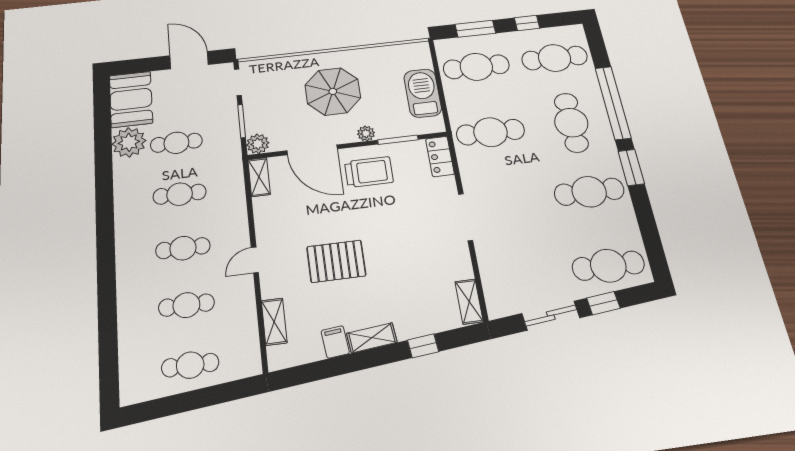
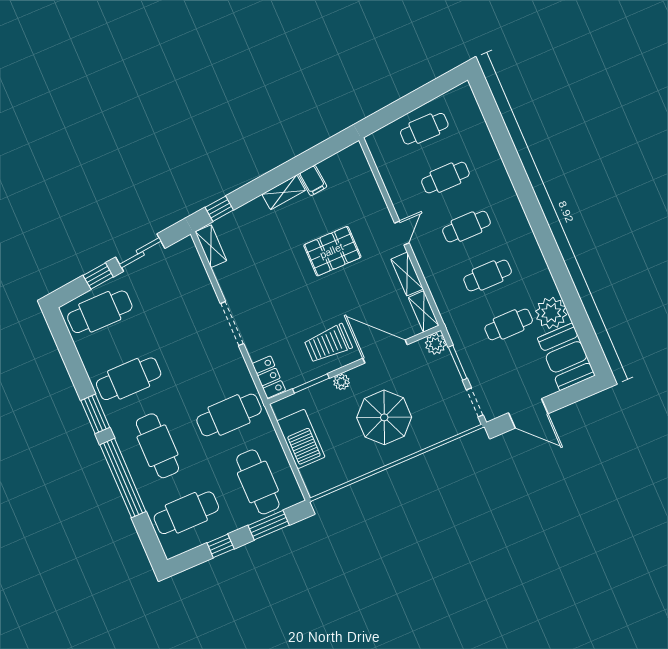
cafe table: (476, 67) -> (258, 482), turned 90
shelving: (274, 322) -> (407, 274), moved
window: (423, 346) -> (219, 209), moved

